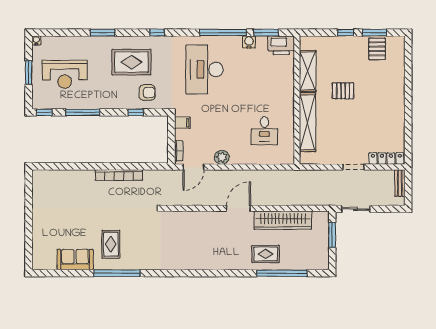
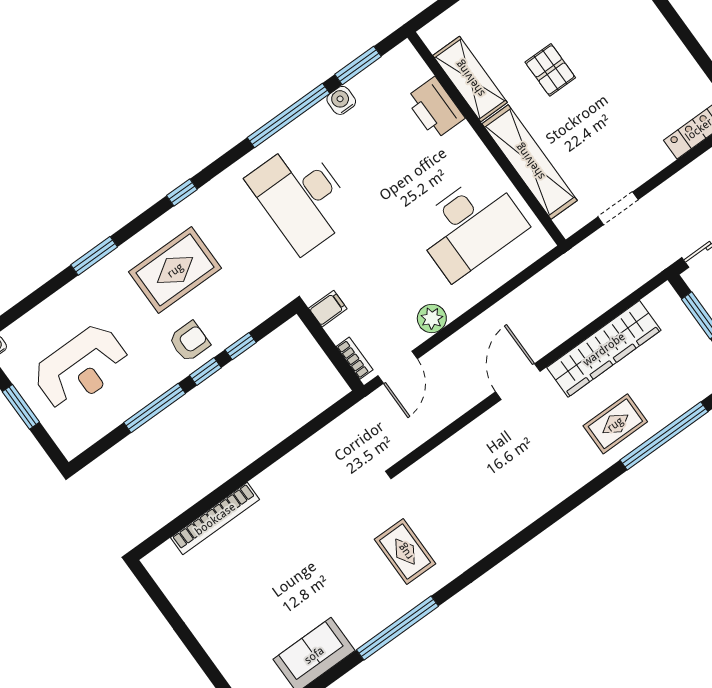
printer: (281, 45) -> (435, 108), moved, turned 90
pallet: (343, 91) -> (550, 70), turned 90
armchair: (147, 93) -> (189, 341), moved
window: (44, 112) -> (205, 372), moved
desk: (264, 131) -> (470, 226), width x1.87, depth x1.30
doorway: (354, 167) -> (618, 208), moved
bookcase: (119, 175) -> (215, 519), moved
rug: (111, 244) -> (405, 552), moved

